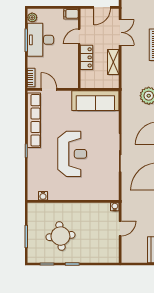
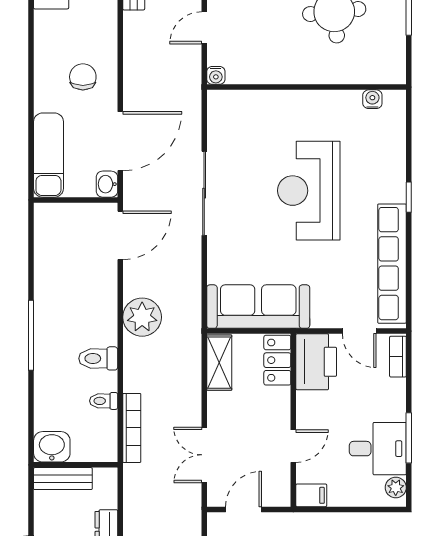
desk: (40, 40) -> (378, 449), width x0.73
locker: (87, 57) -> (277, 360), moved
shelving: (113, 62) -> (219, 363), moved
printer: (69, 75) -> (316, 362), added

